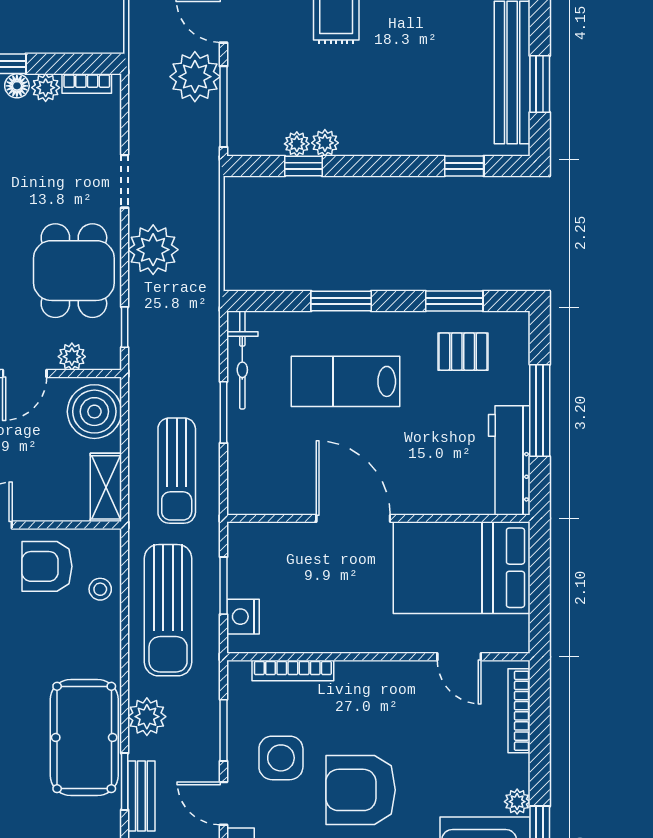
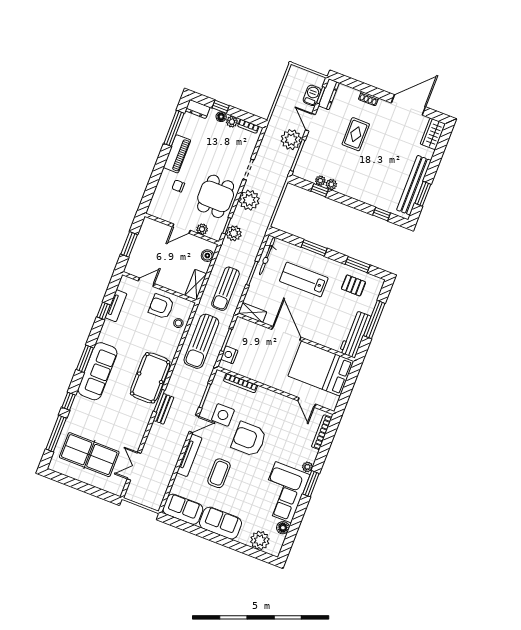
boiler: (94, 412) -> (207, 256), width x0.54, depth x0.54
shelving: (258, 501) -> (252, 313), added
plant: (147, 717) -> (234, 233), moved
door: (223, 803) -> (194, 424), swing flipped

